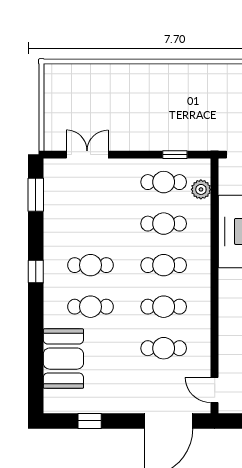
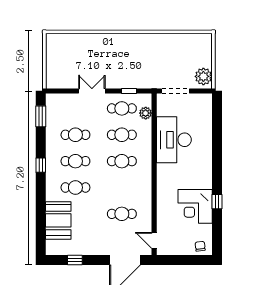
double door: (87, 155) -> (92, 91), moved
cafe table: (164, 307) -> (75, 135), moved

